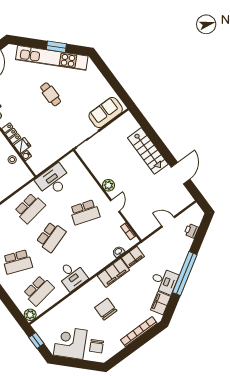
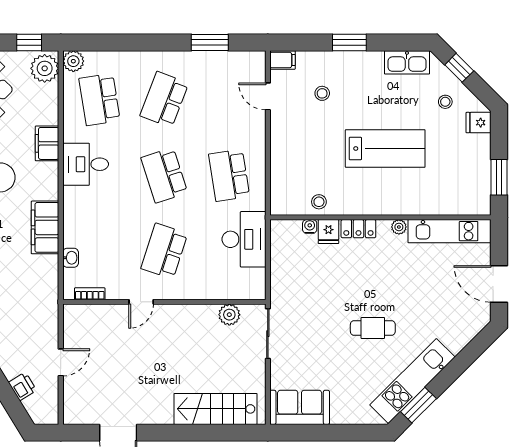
window: (56, 47) -> (418, 405), moved
kitchen unit: (52, 58) -> (412, 381), width x0.73
sofa: (106, 113) -> (300, 407), moved, turned -90
stairs: (148, 151) -> (216, 409), moved
plant: (109, 185) -> (229, 315), moved
door: (115, 206) -> (141, 302), hinge flipped
filing cabinet: (133, 257) -> (47, 143), moved
plant: (43, 325) -> (45, 68), added

